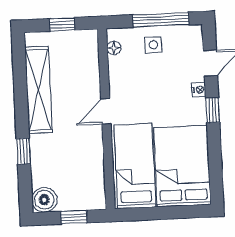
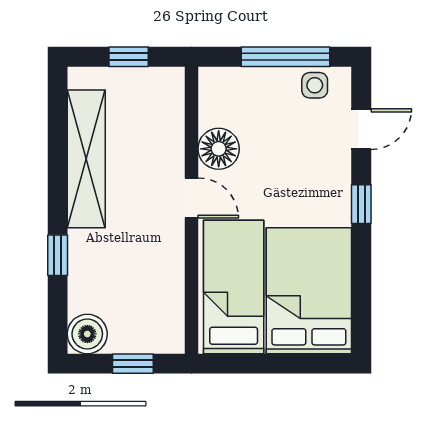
side table: (153, 45) -> (315, 85), moved
floor lamp: (114, 48) -> (219, 149), moved, width x1.89, depth x1.89
nightstand: (199, 90) -> (341, 171), removed
door: (106, 111) -> (191, 198), swing flipped

